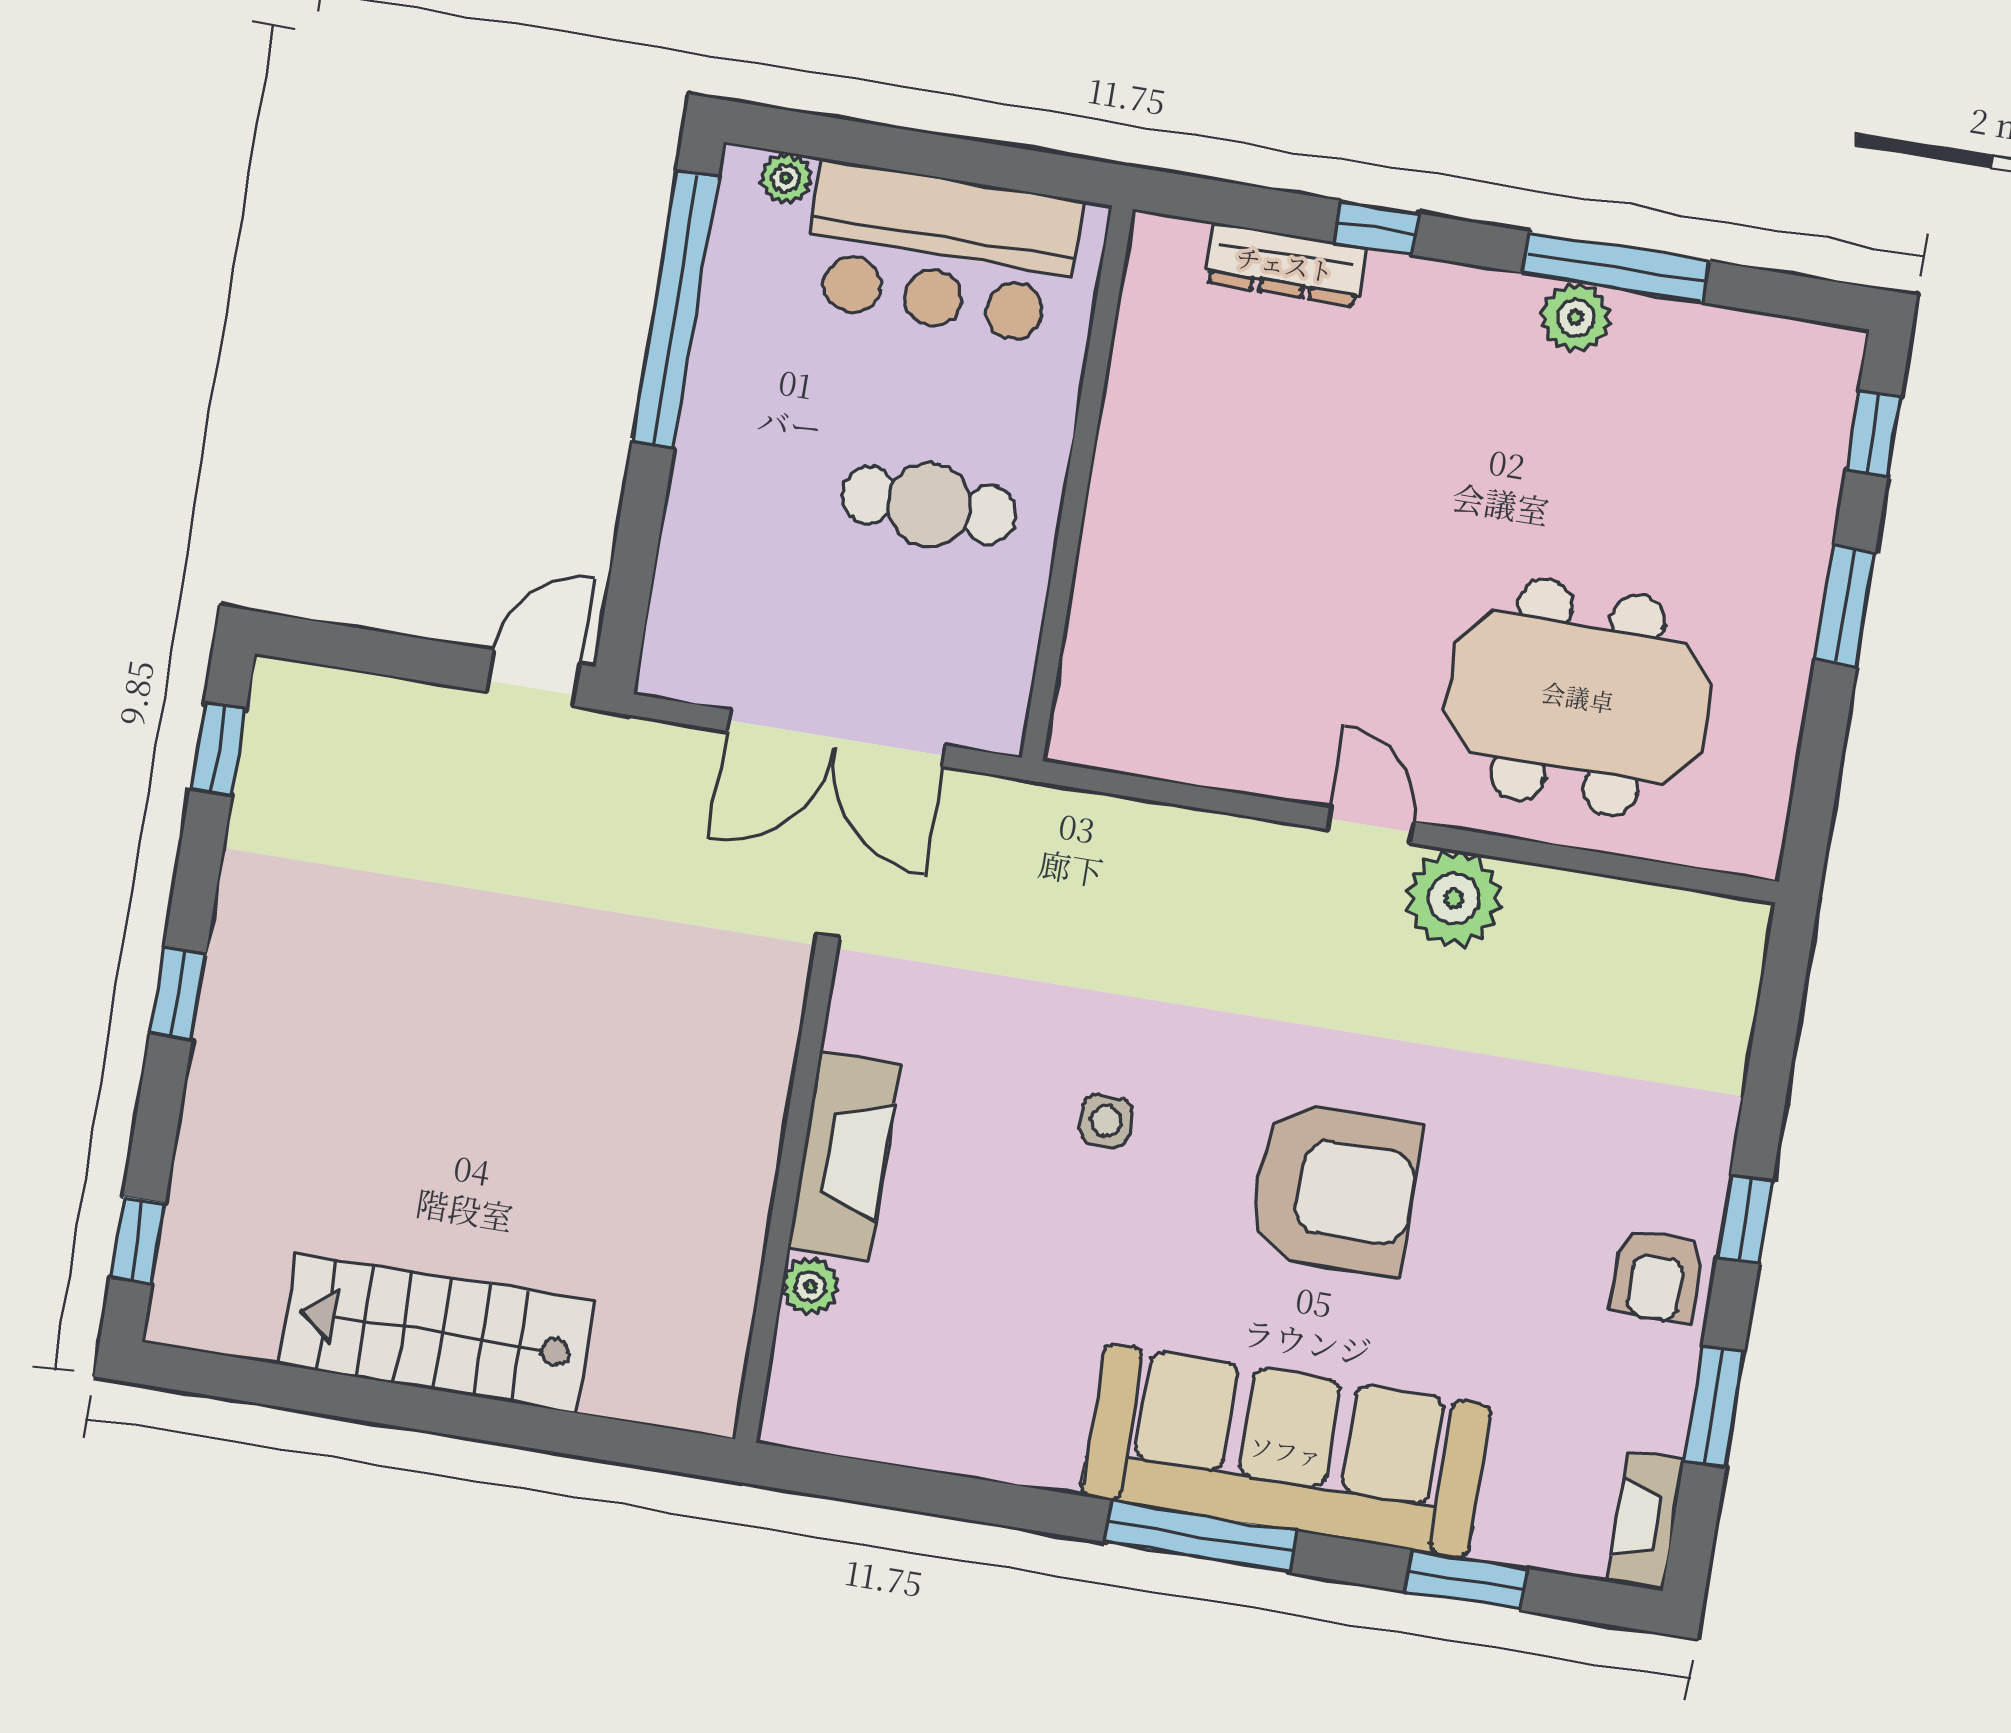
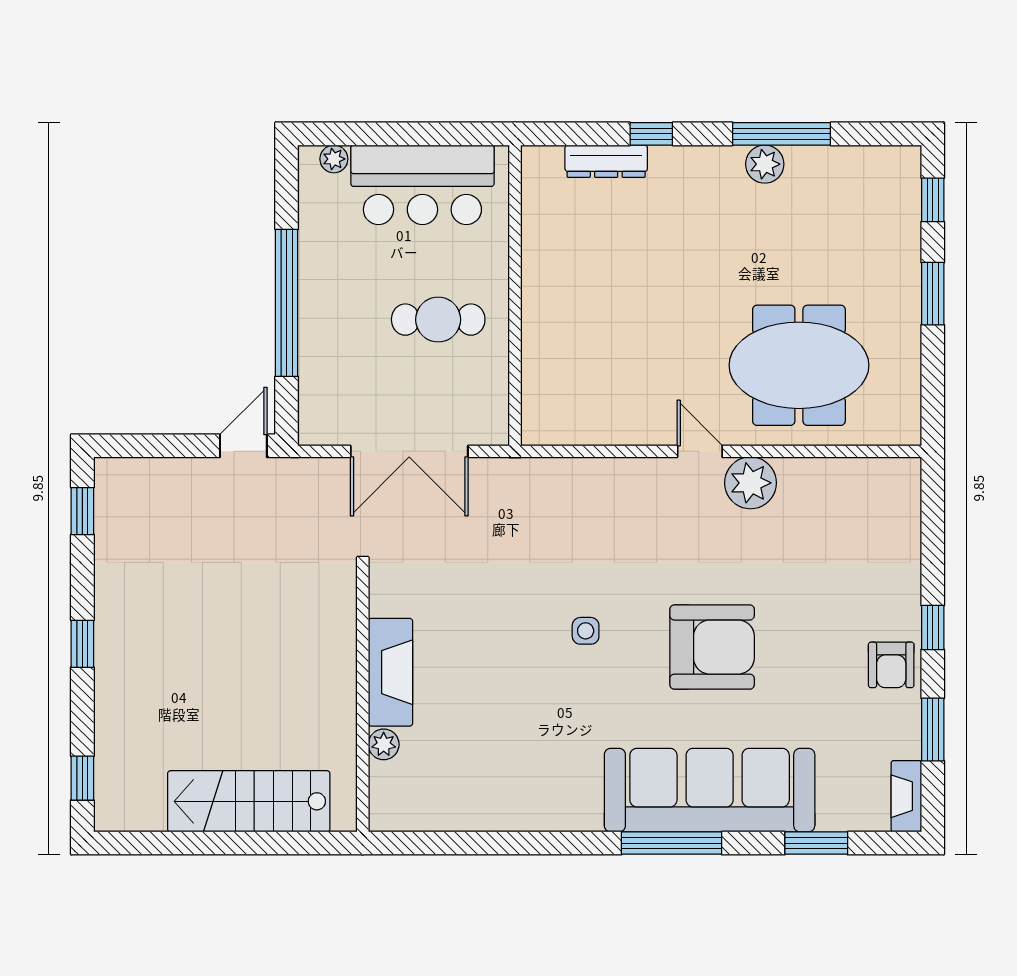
window: (675, 309) -> (287, 303), moved
fireplace: (844, 1156) -> (390, 672), moved
wall: (785, 1199) -> (363, 700), moved
plant: (810, 1287) -> (384, 744), moved

